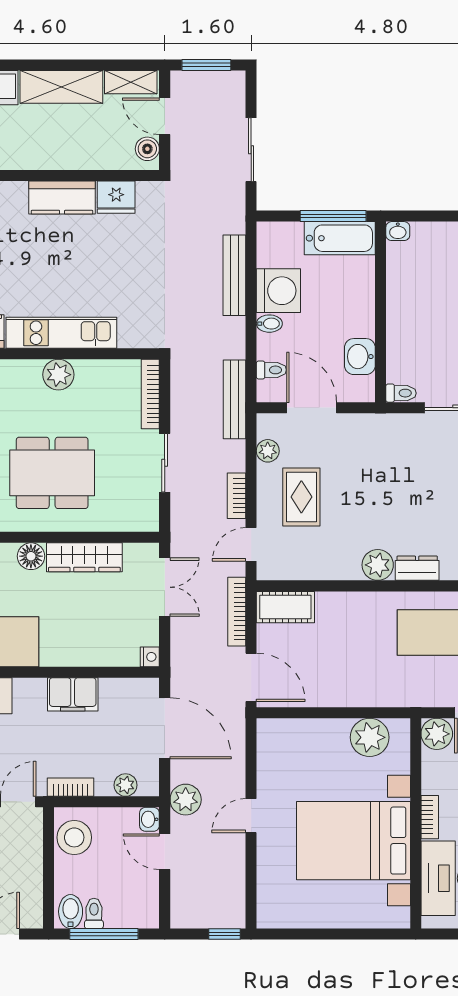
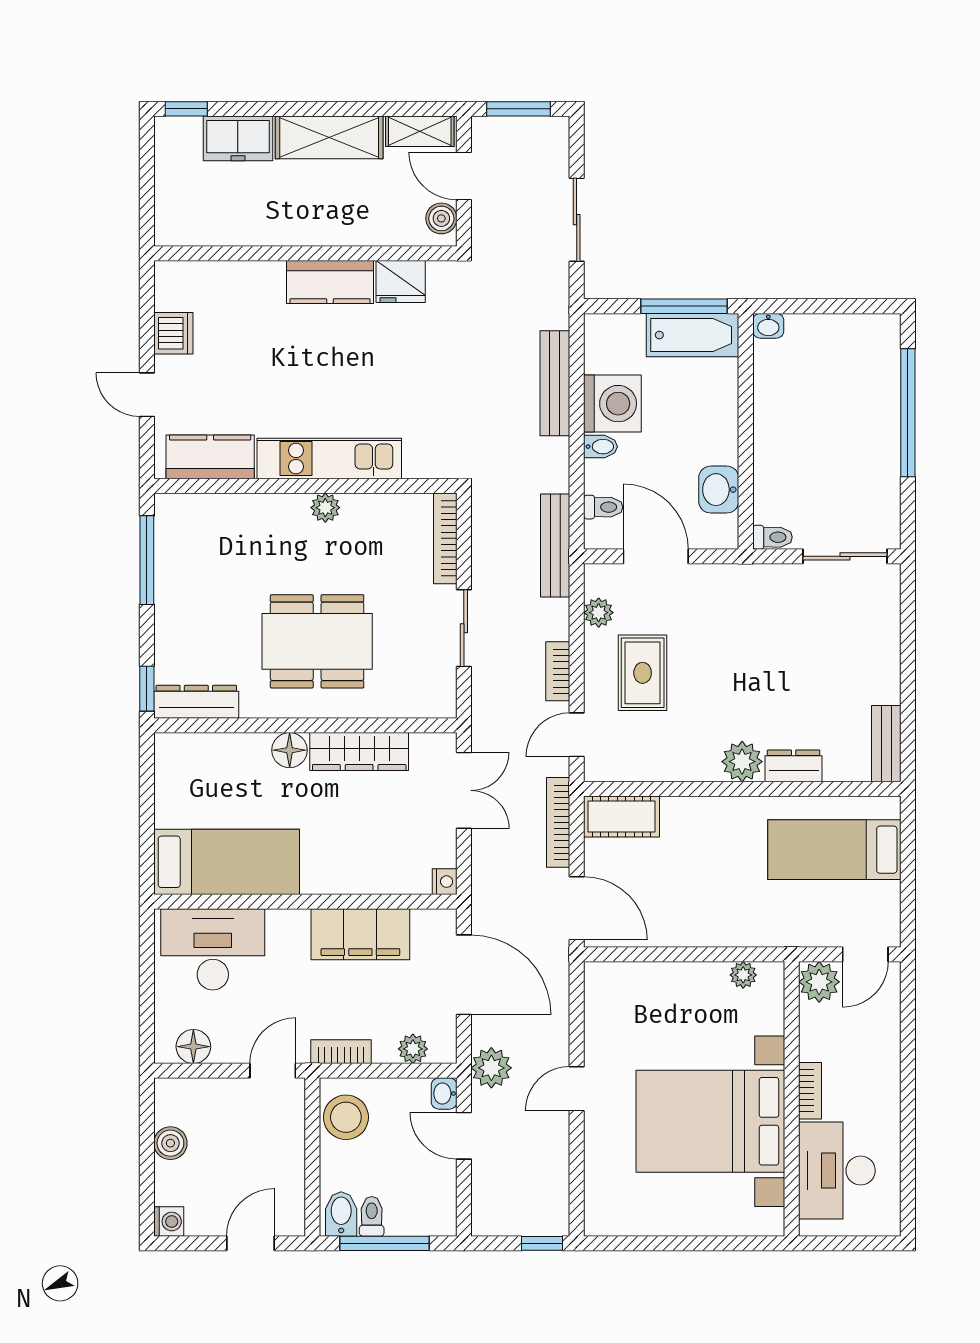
plant: (58, 375) -> (325, 508), width x0.73, depth x0.73
filing cabinet: (73, 694) -> (360, 934), width x1.50, depth x1.17
plant: (370, 737) -> (743, 975), width x0.53, depth x0.53

